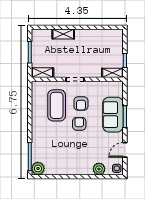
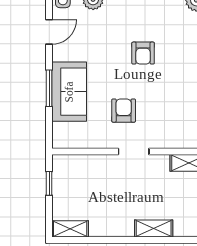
shelving: (112, 73) -> (70, 229), moved
coffee table: (57, 105) -> (165, 107), removed
armchair: (79, 124) -> (143, 53), moved

